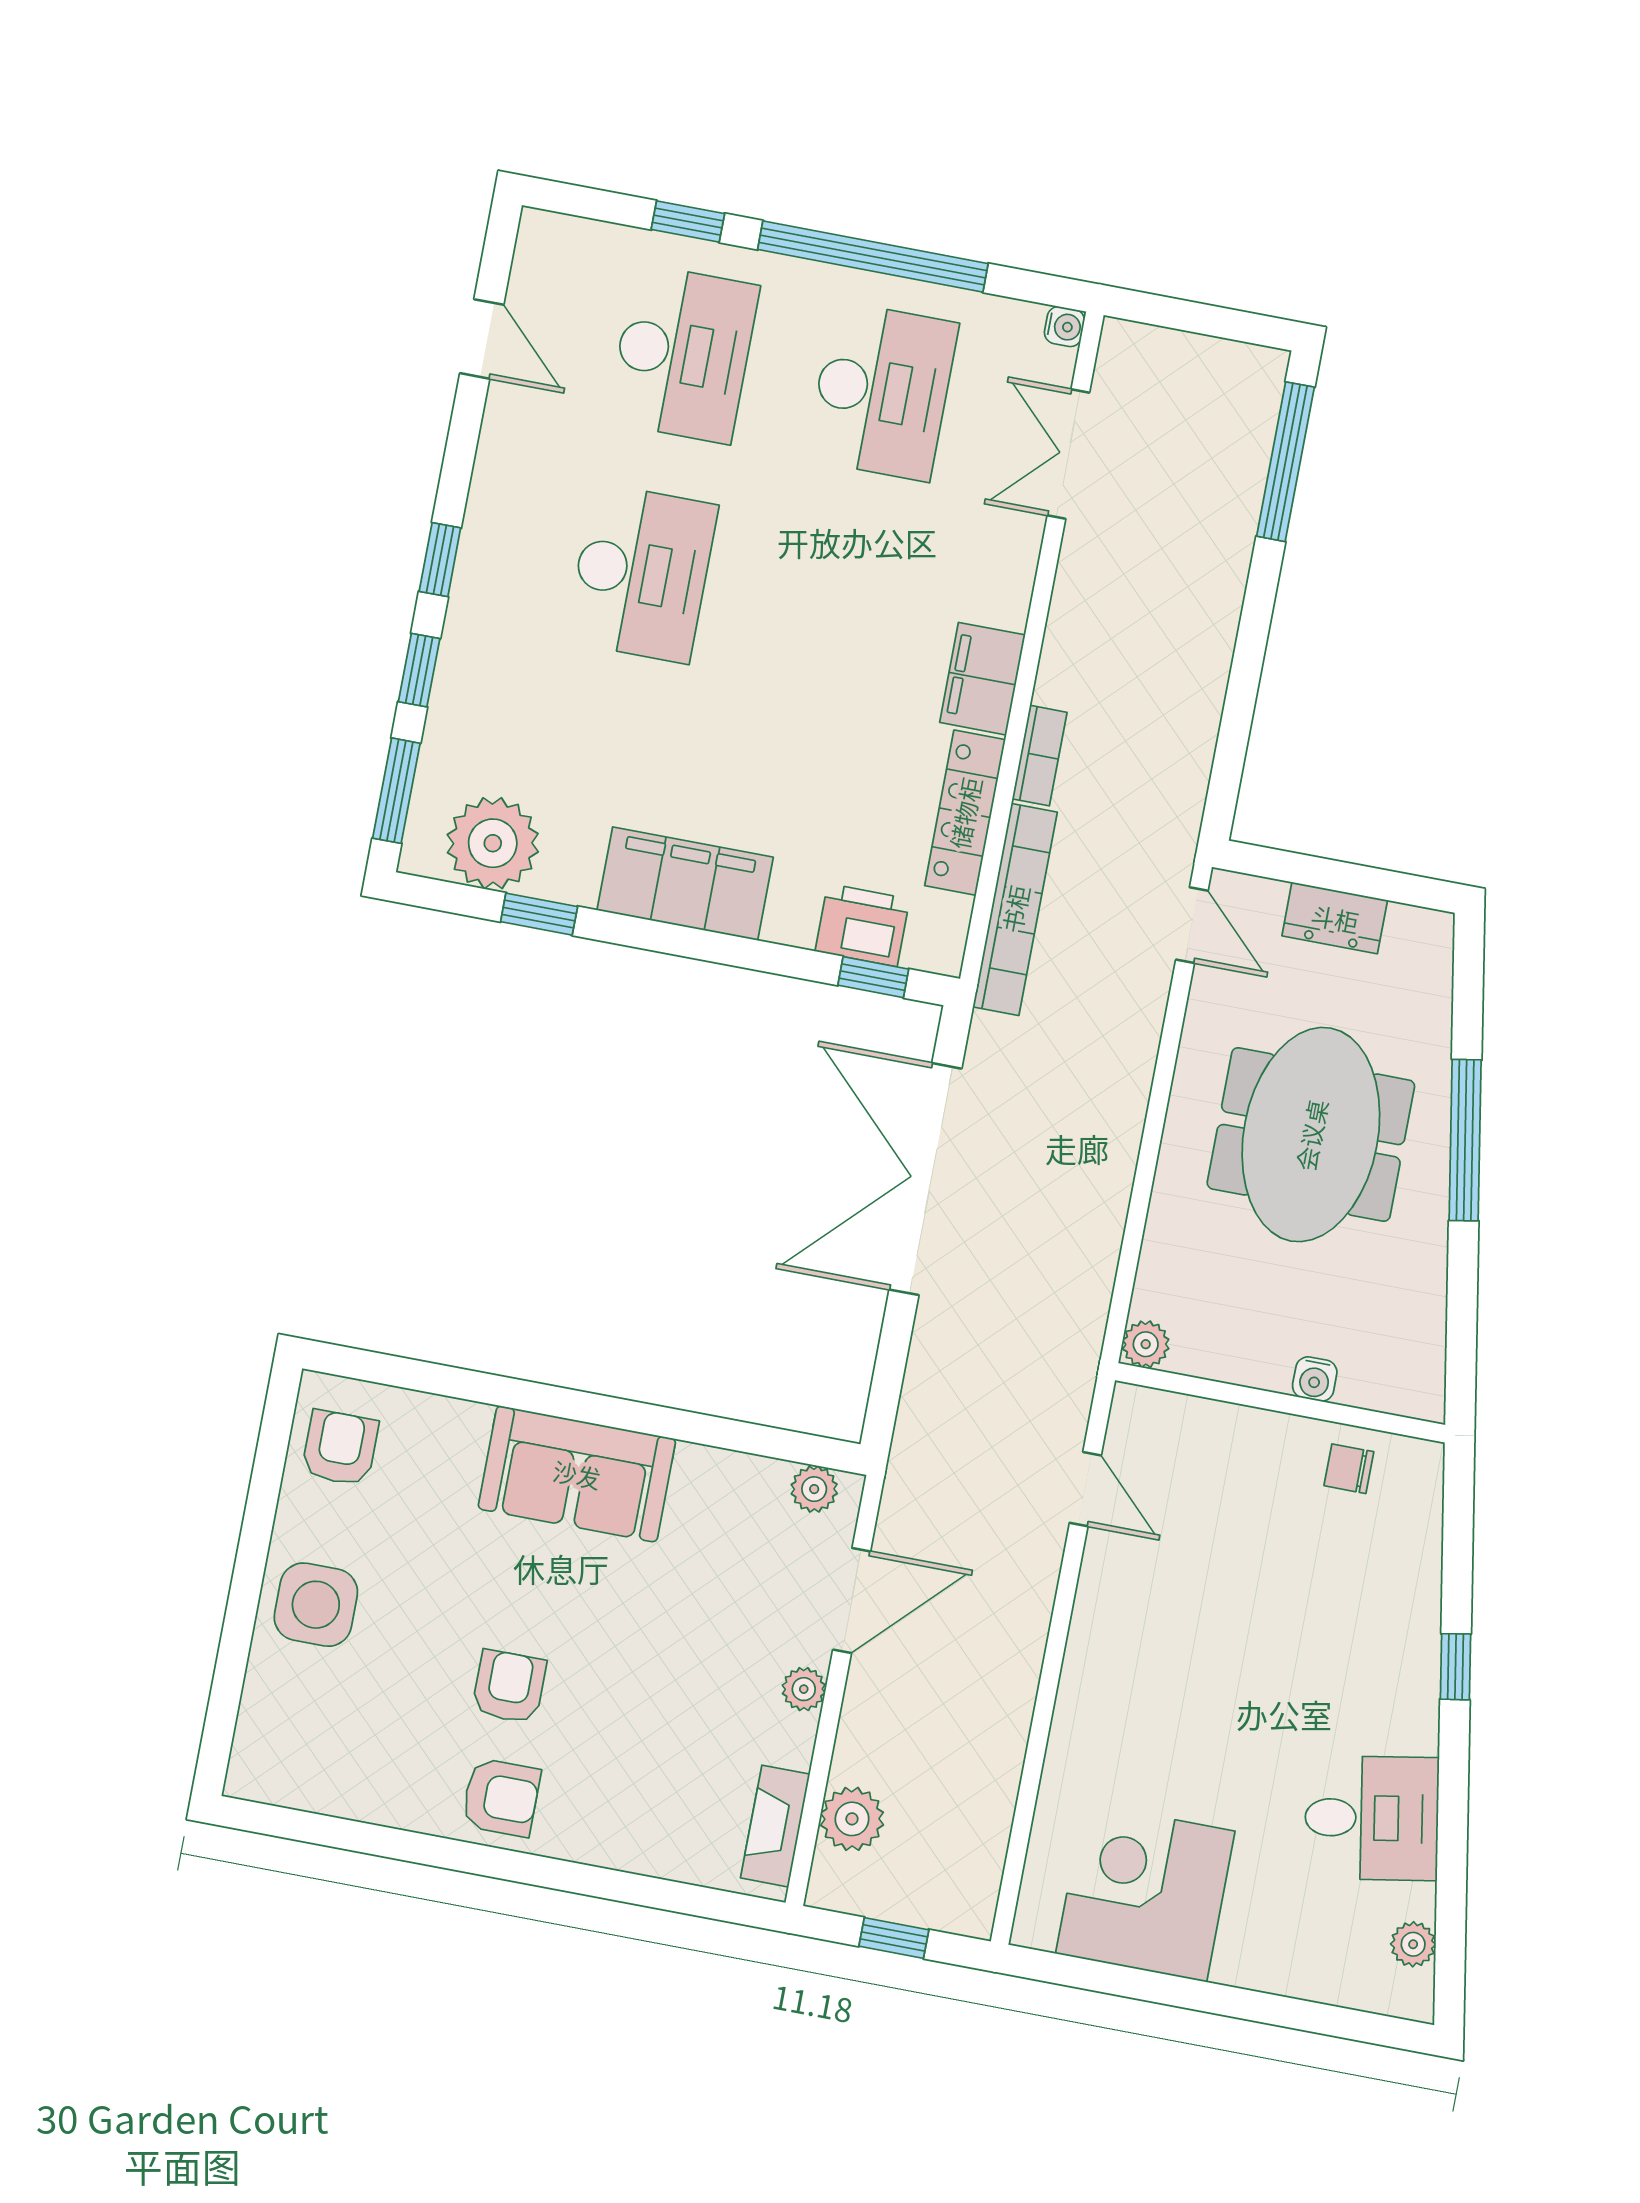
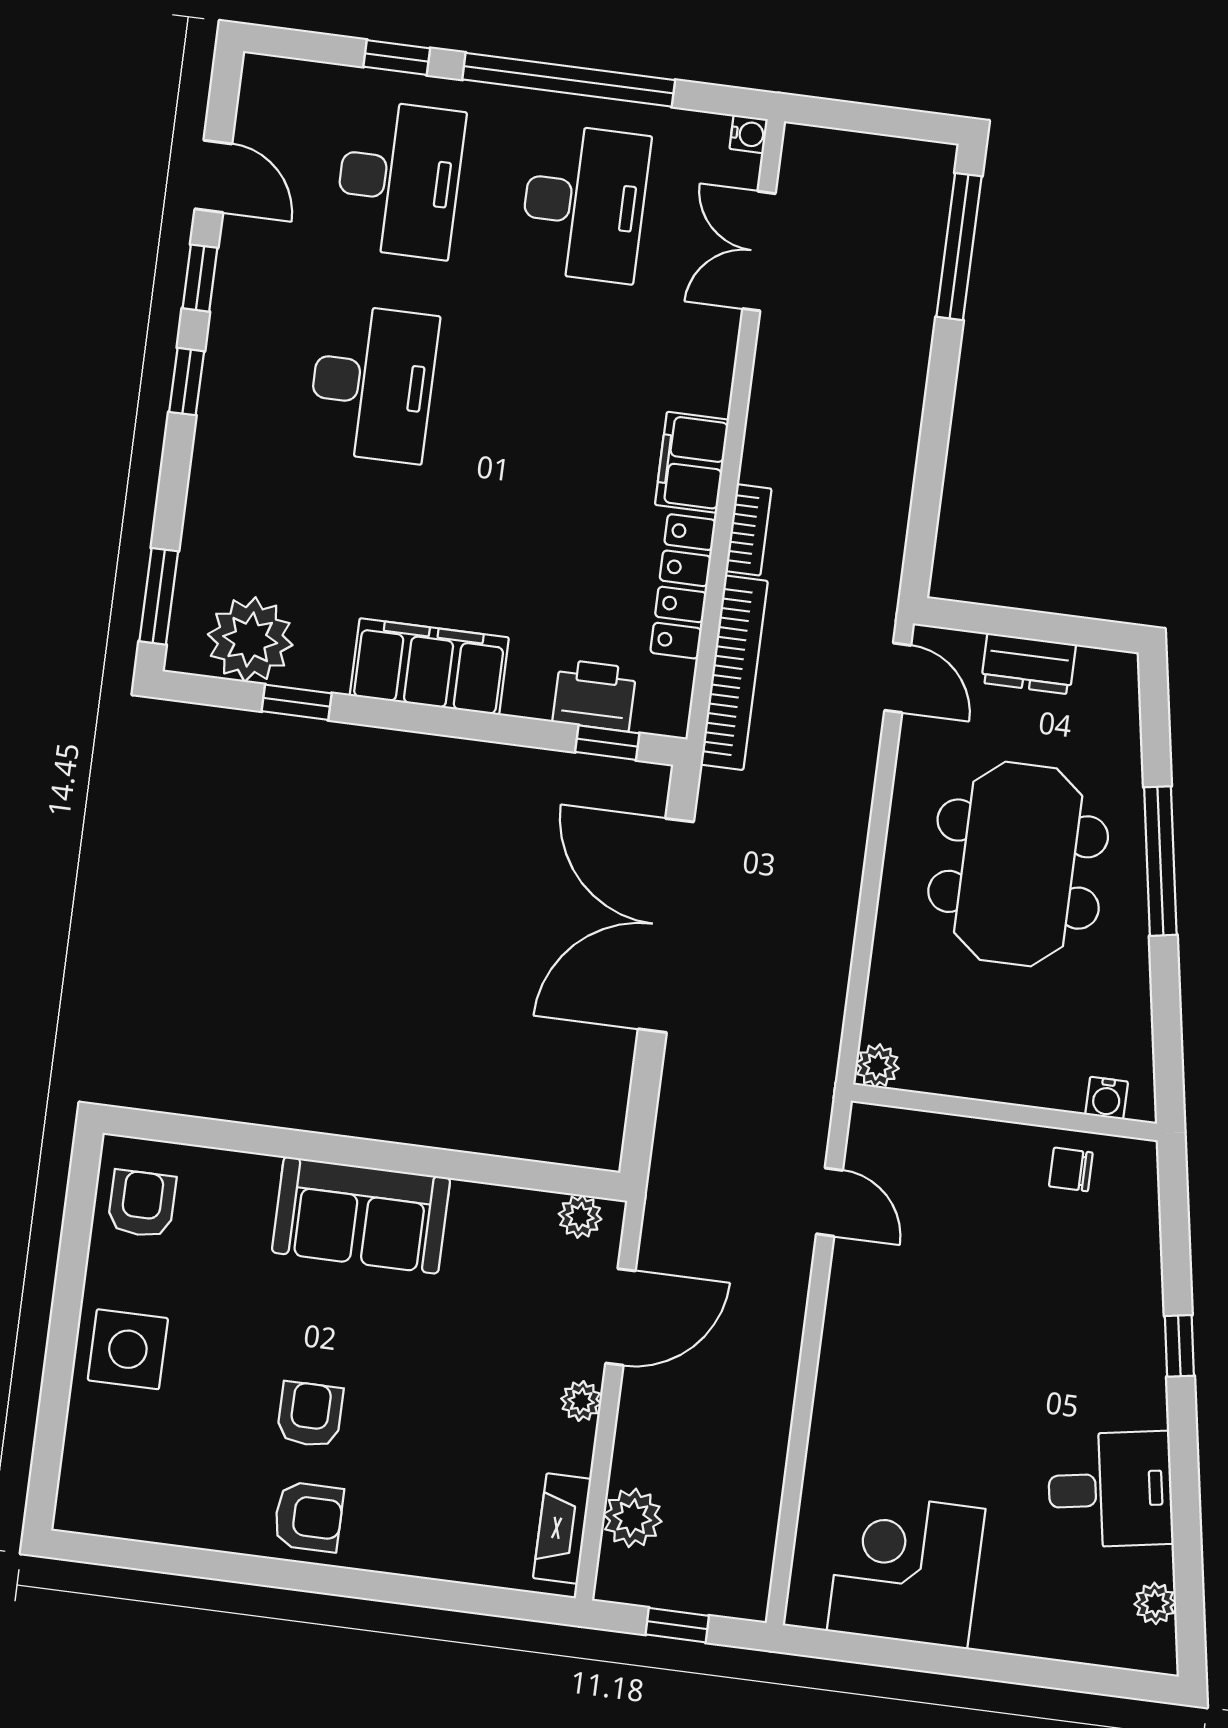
window: (419, 670) -> (200, 278), moved
water cooler: (1315, 1379) -> (1107, 1098), moved

